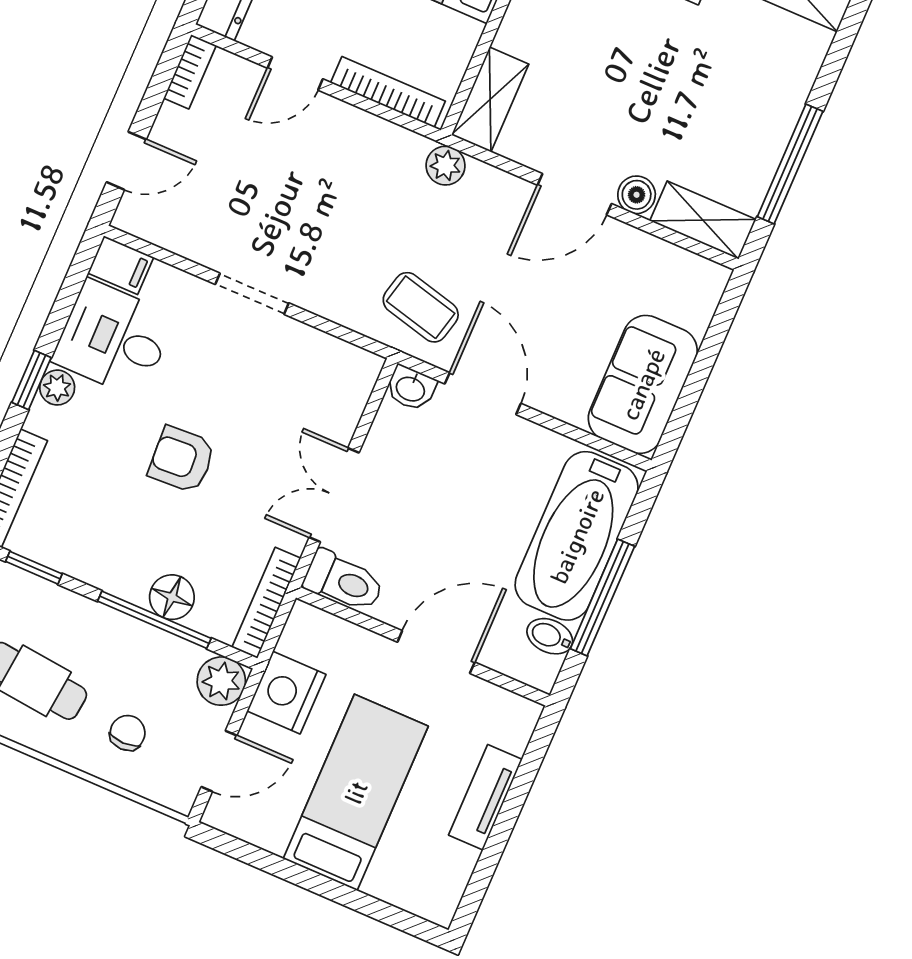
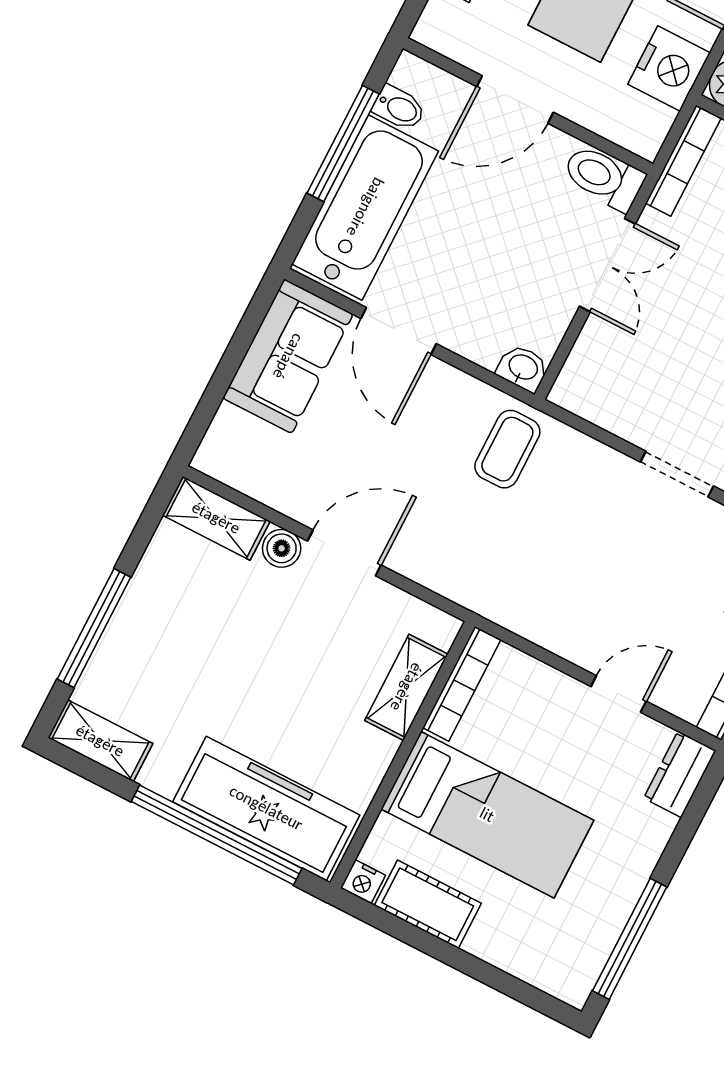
bookcase: (388, 92) -> (462, 684), moved, turned -90
shelving: (490, 100) -> (406, 687), moved
window: (790, 164) -> (94, 628), moved
plant: (445, 166) -> (473, 591), removed
coffee table: (421, 307) -> (507, 449), turned 76
door: (483, 394) -> (399, 331), moved

